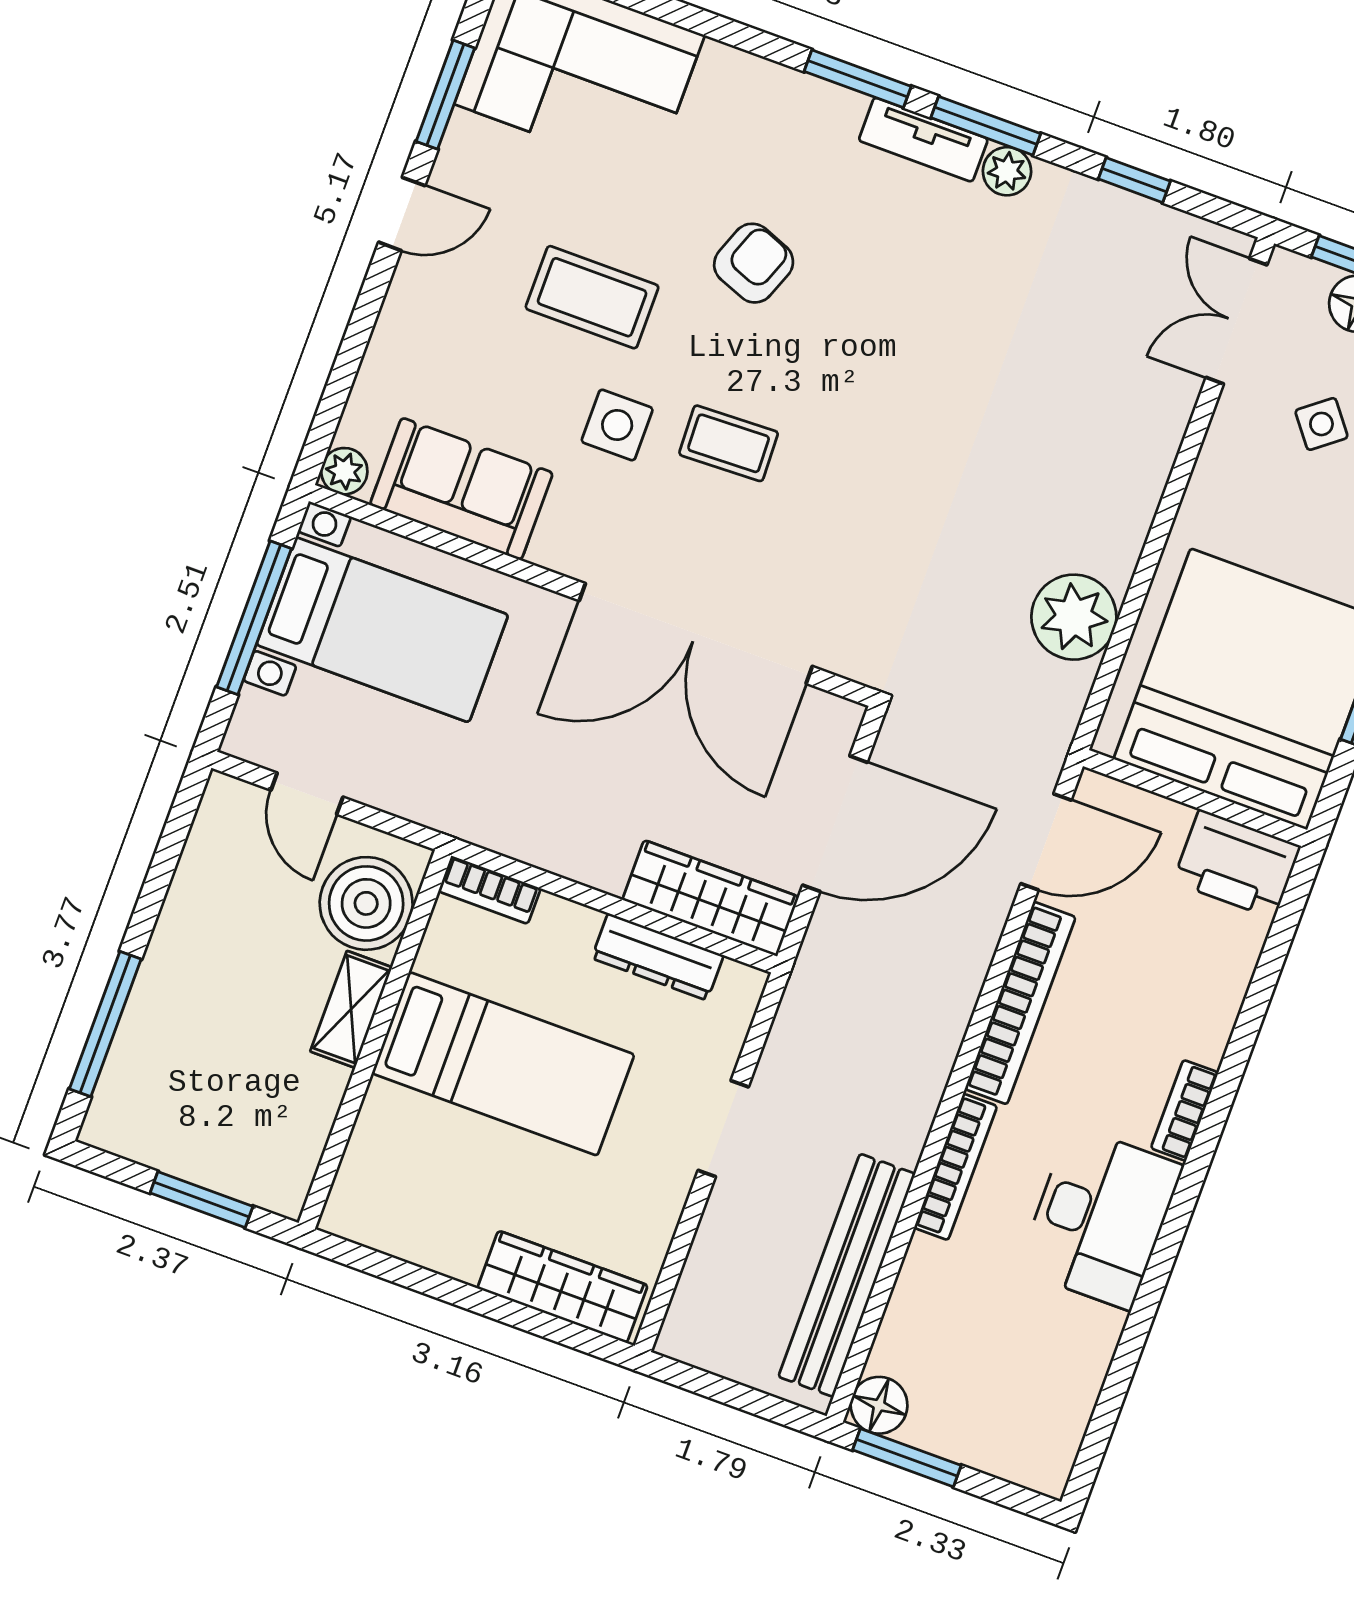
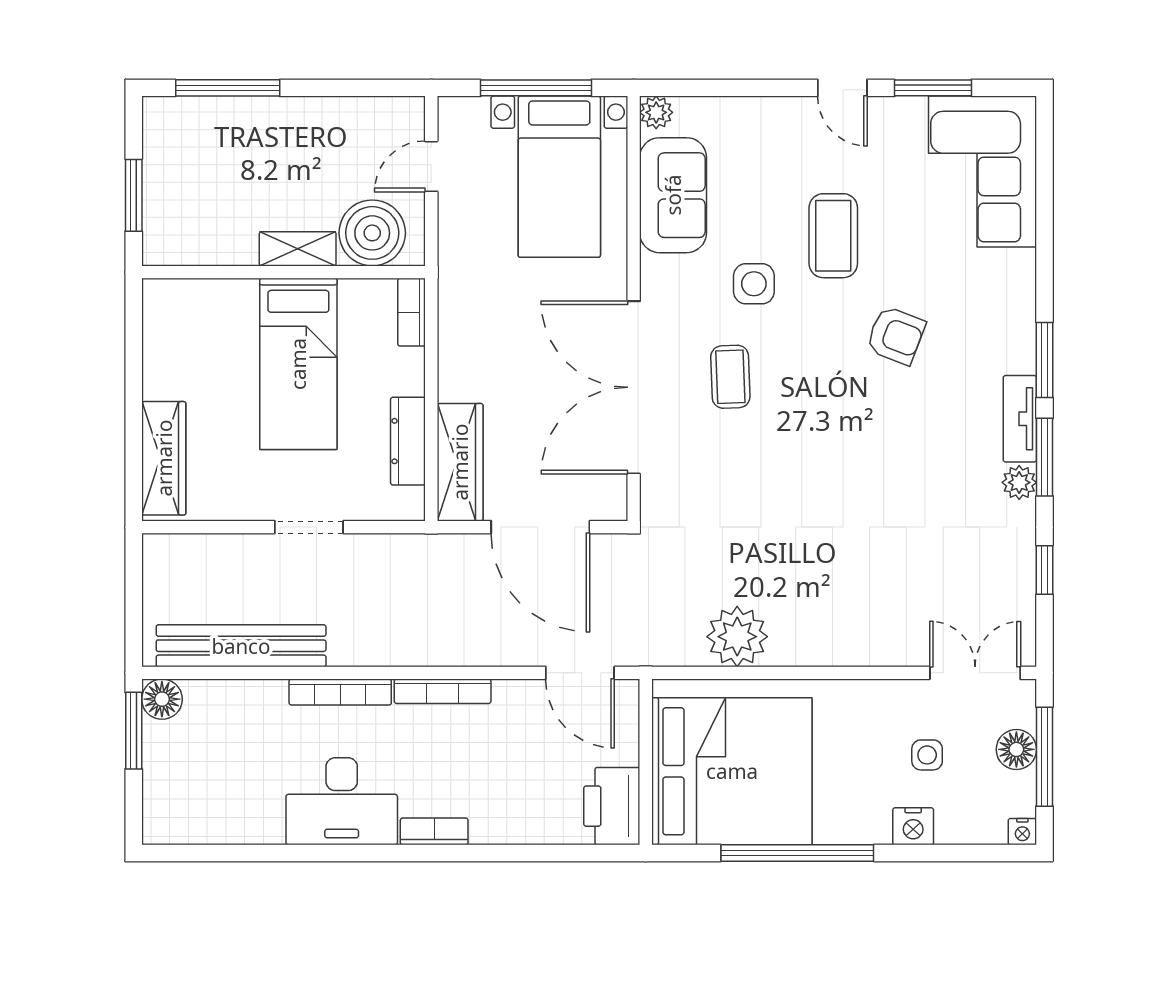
side table: (1321, 424) -> (927, 755), turned 38
coffee table: (729, 443) -> (730, 377), moved
bookcase: (1020, 1003) -> (443, 691), width x0.68, depth x0.76

